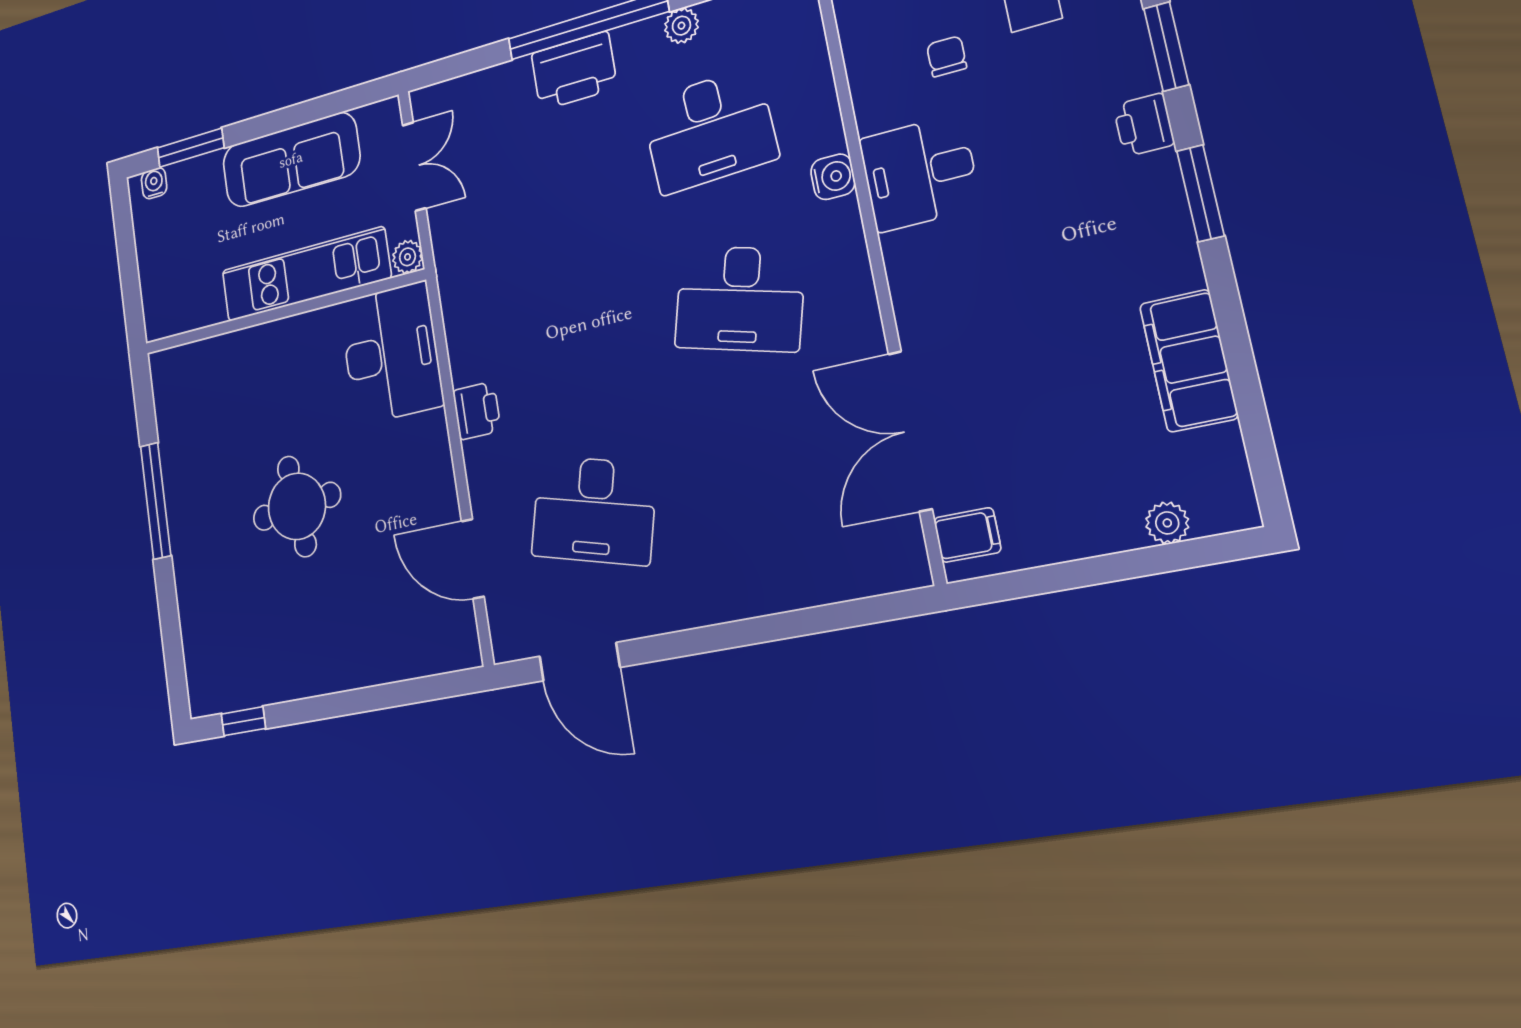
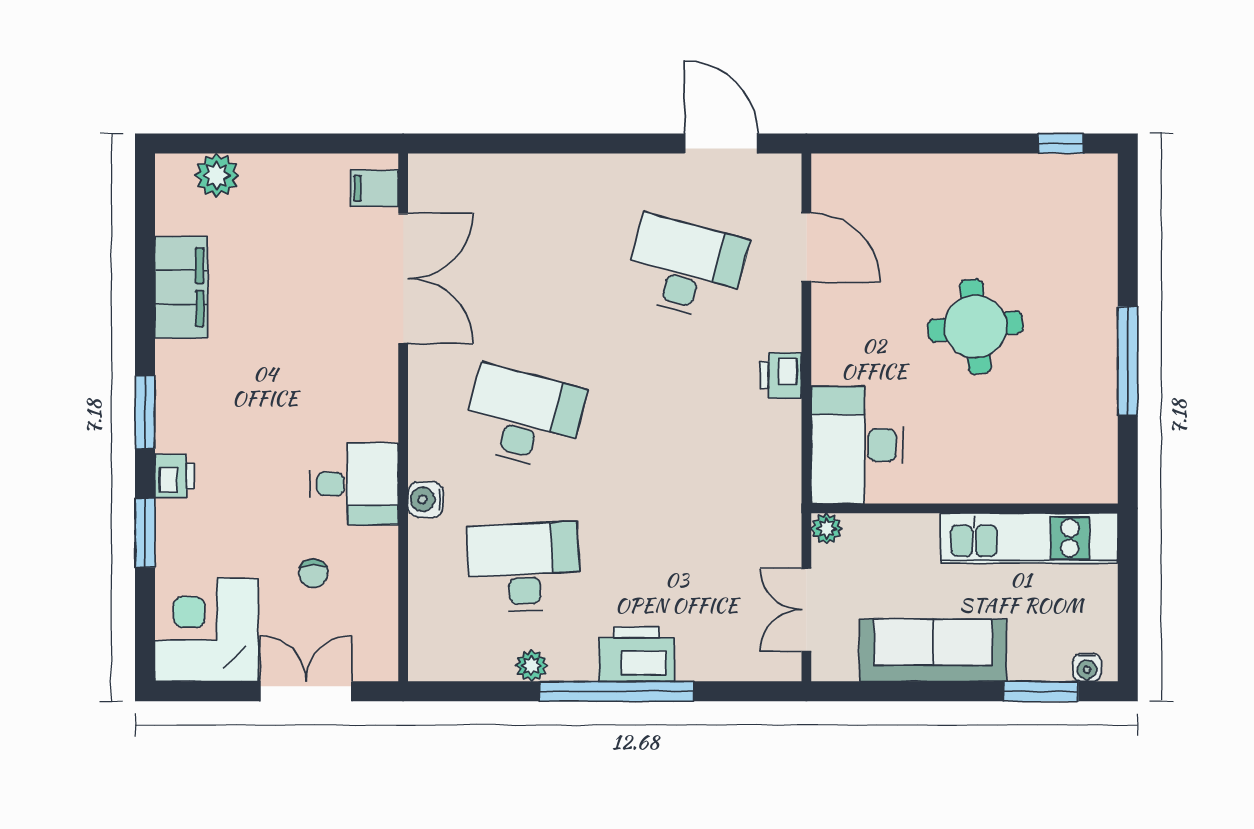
kitchen unit: (306, 274) -> (1029, 538), moved
plant: (1167, 523) -> (217, 175), width x1.38, depth x1.38

